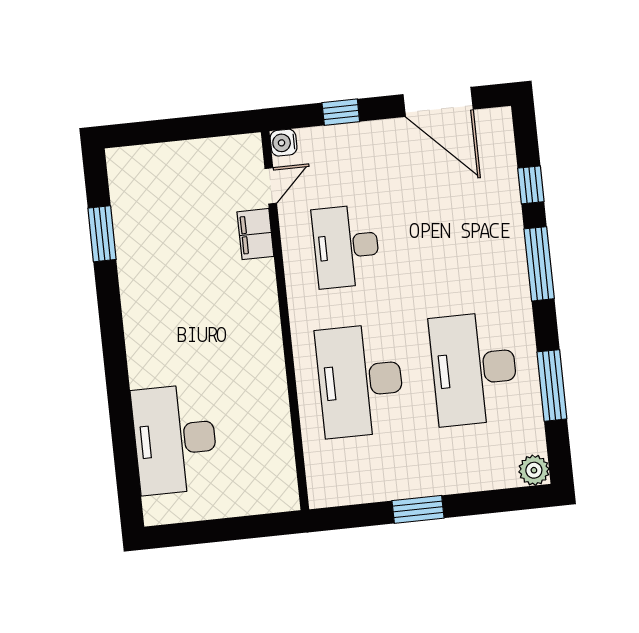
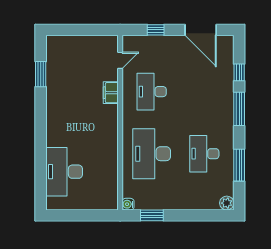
water cooler: (284, 143) -> (128, 204), moved
filing cabinet: (255, 234) -> (111, 93), moved
desk: (474, 369) -> (204, 154), width x0.73, depth x0.77
window: (418, 509) -> (152, 215), moved

